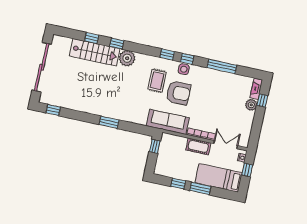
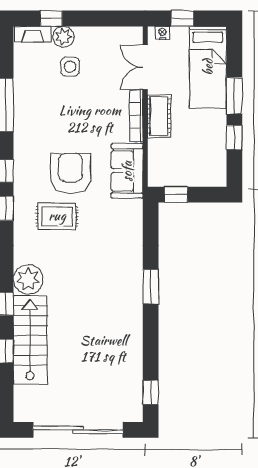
side table: (184, 69) -> (70, 67), moved
sofa: (168, 122) -> (127, 171), width x0.73

